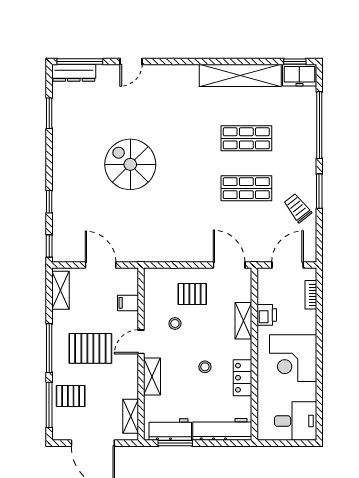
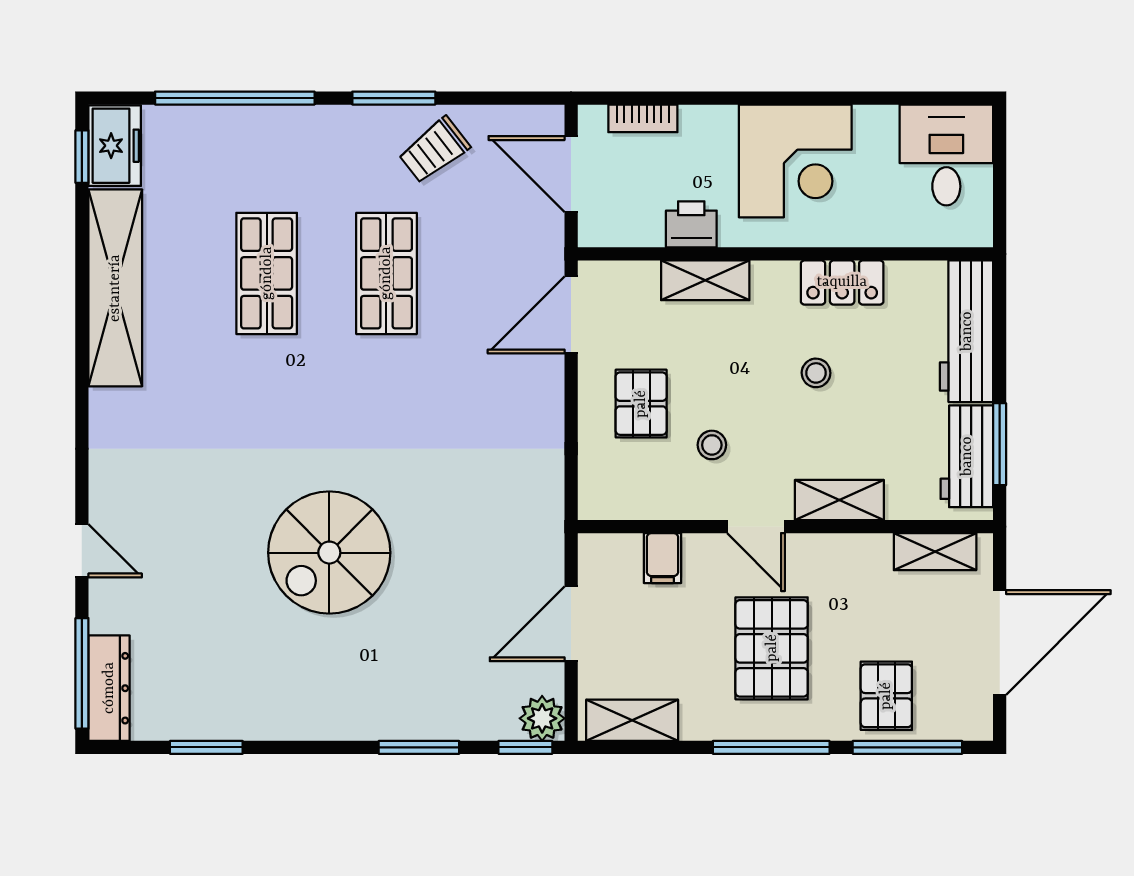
window: (49, 202) -> (419, 747), width x1.50
plant: (61, 253) -> (542, 718), added

